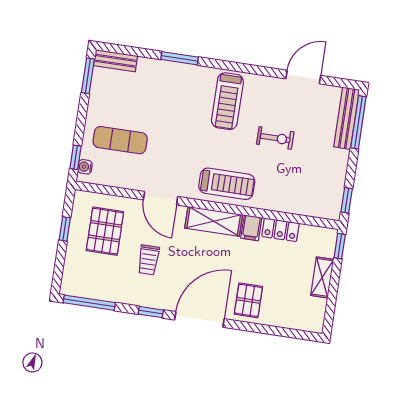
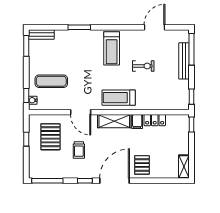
bench: (347, 118) -> (184, 61), moved
treadmill: (227, 184) -> (119, 98), turned 180
shelving: (322, 277) -> (184, 167), moved

